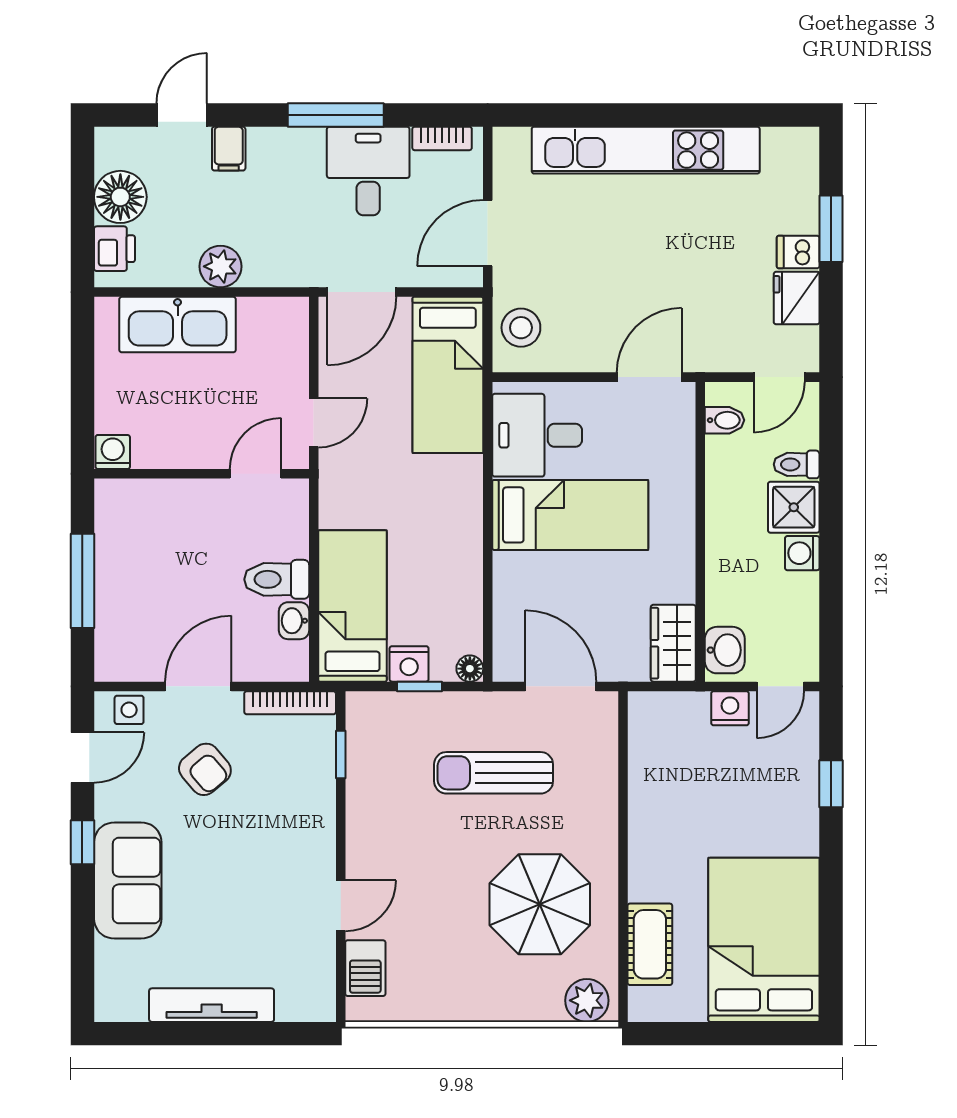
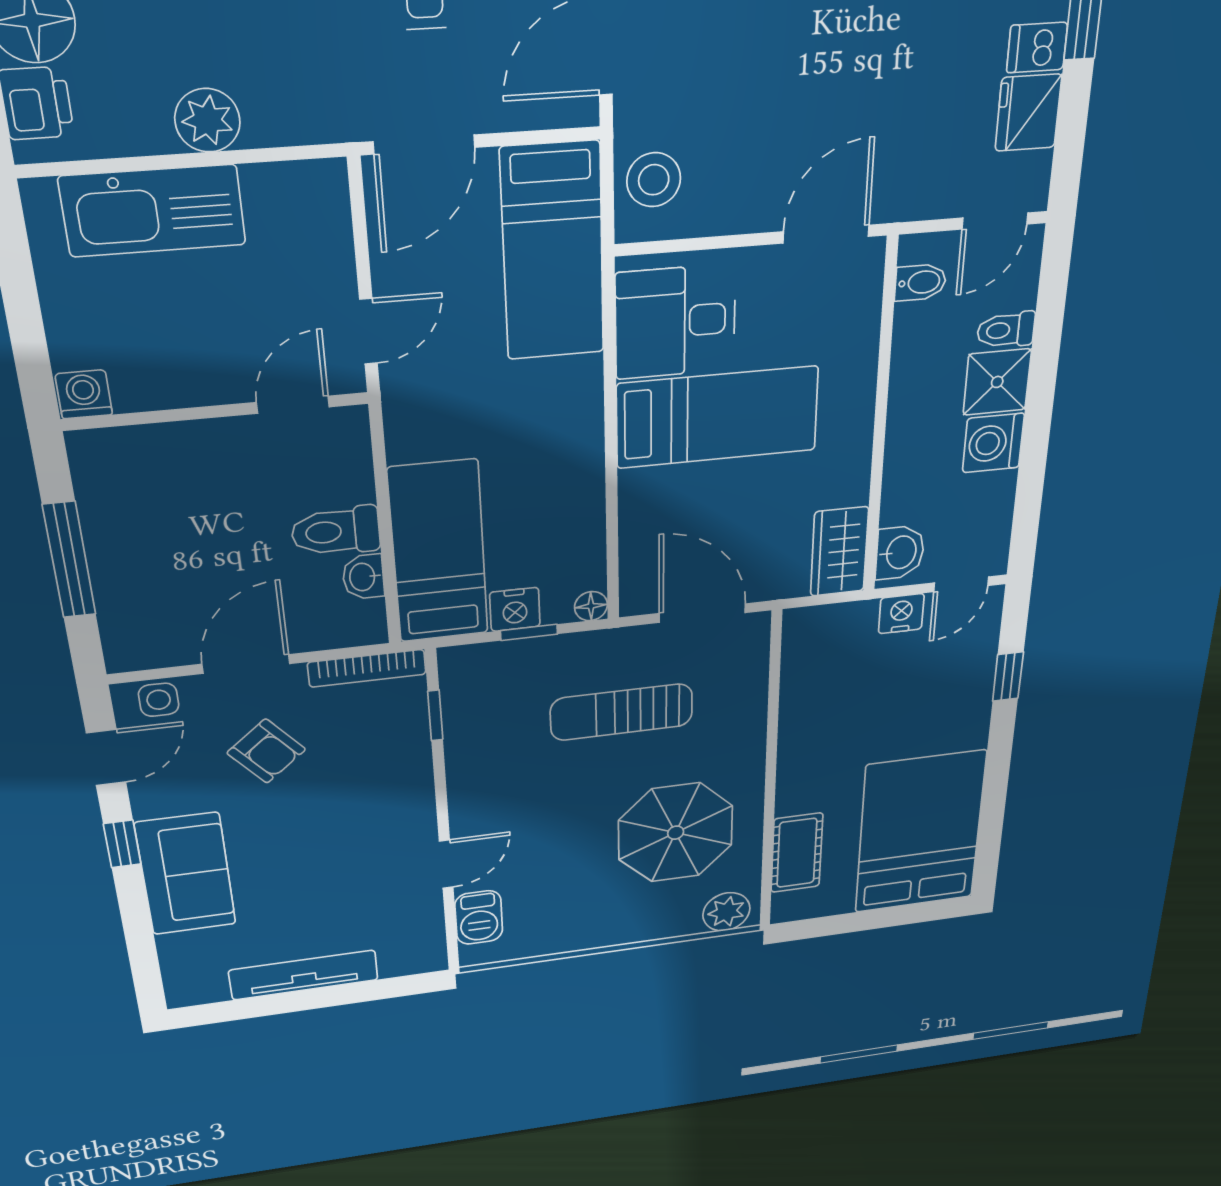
washing machine: (802, 553) -> (993, 443), width x1.38, depth x1.38

